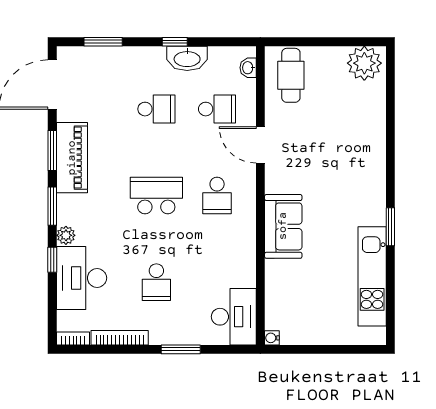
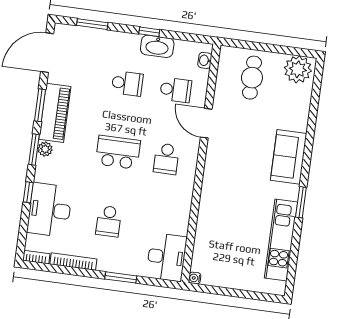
cafe table: (291, 75) -> (252, 78), moved
sofa: (283, 226) -> (289, 157), moved, turned 180
plant: (66, 235) -> (45, 149), moved

